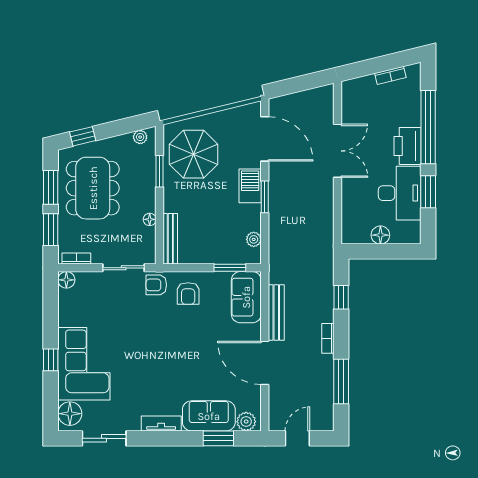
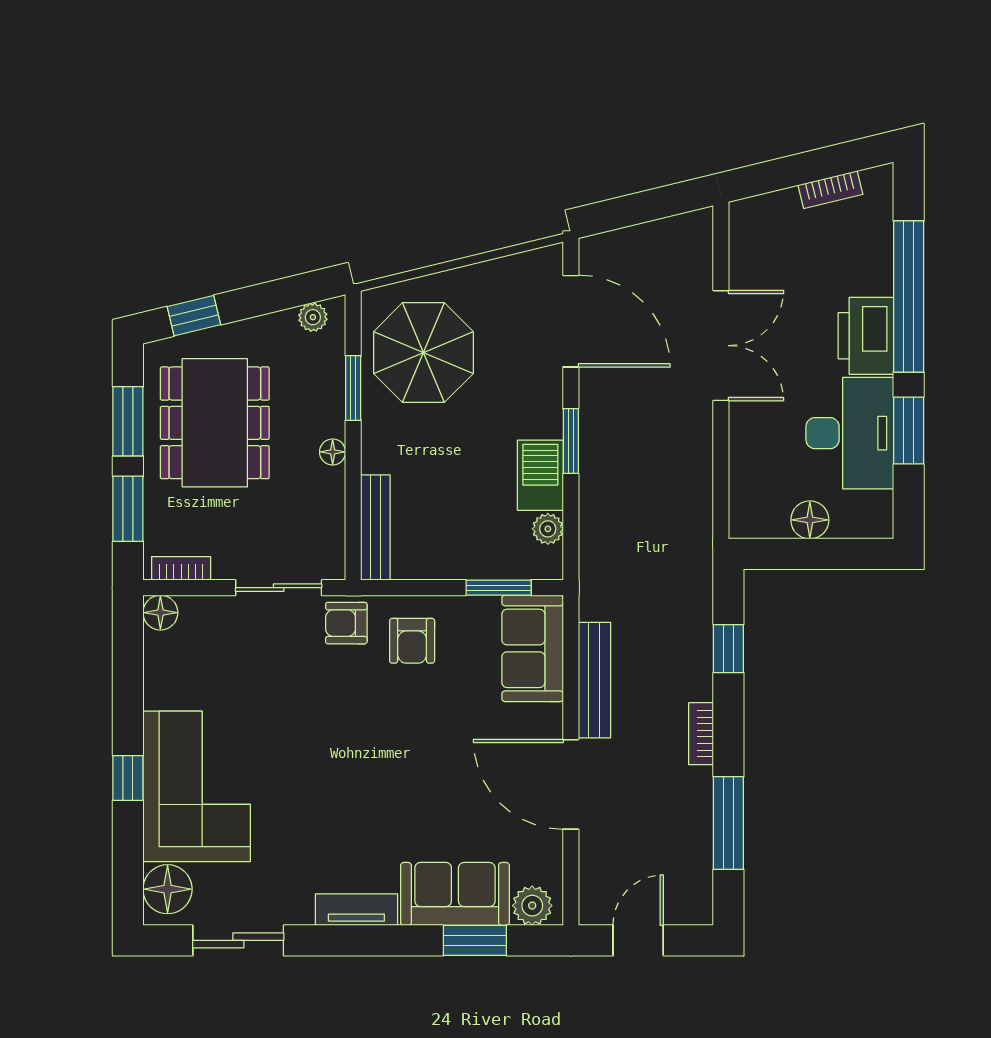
barbecue: (250, 186) -> (540, 475), moved
floor lamp: (150, 219) -> (333, 452), moved

